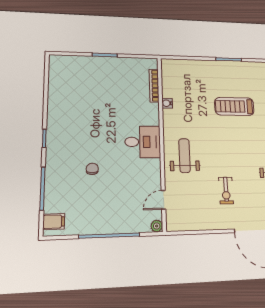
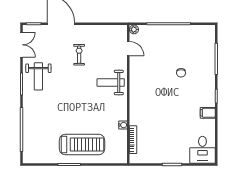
treadmill: (234, 106) -> (82, 144), moved, width x1.37, depth x1.38
desk: (143, 142) -> (202, 150), moved, turned -90
weight bench: (184, 156) -> (111, 82), turned 90
door: (163, 200) -> (128, 49), hinge flipped
filing cabinet: (54, 222) -> (208, 113), moved

